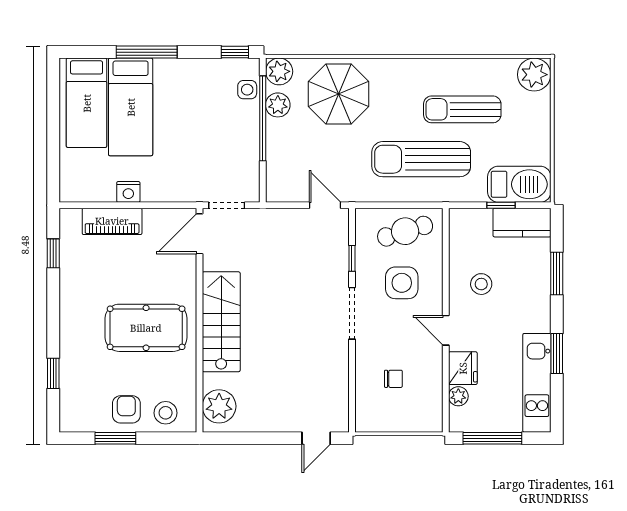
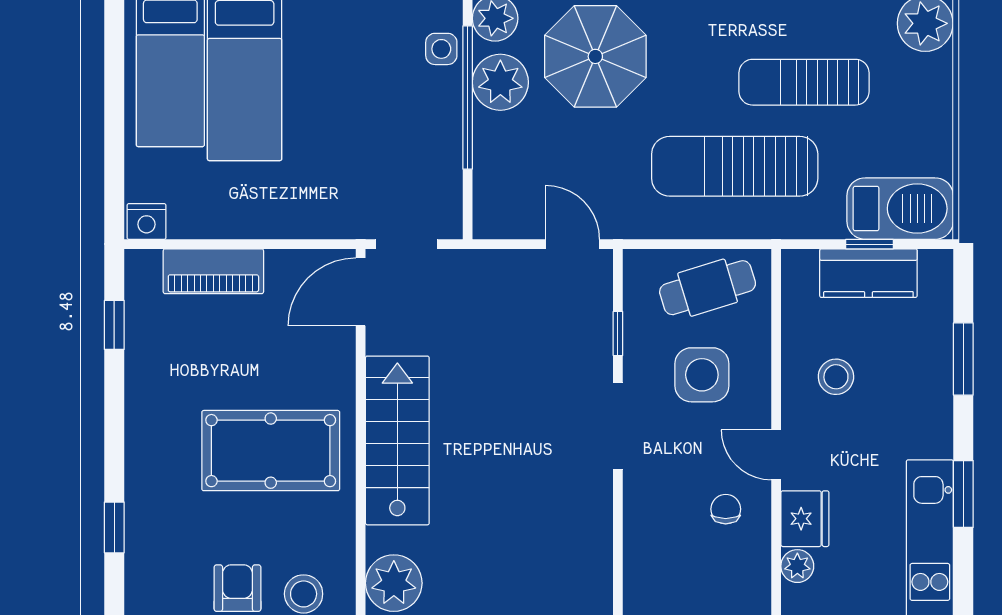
plant: (278, 105) -> (500, 82), width x1.36, depth x1.36
nightstand: (128, 192) -> (146, 221), moved
kitchen counter: (522, 223) -> (868, 273), moved
chair: (393, 379) -> (726, 509), moved, turned -90

